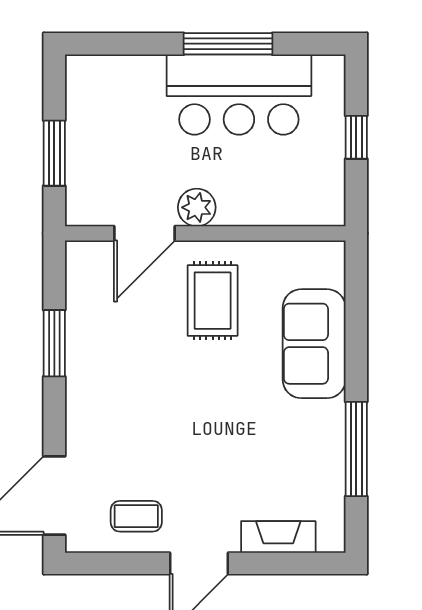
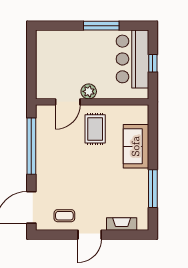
bar counter: (239, 94) -> (132, 59), moved, turned 90
window: (54, 153) -> (31, 70), removed
window: (54, 343) -> (31, 146), width x2.11

